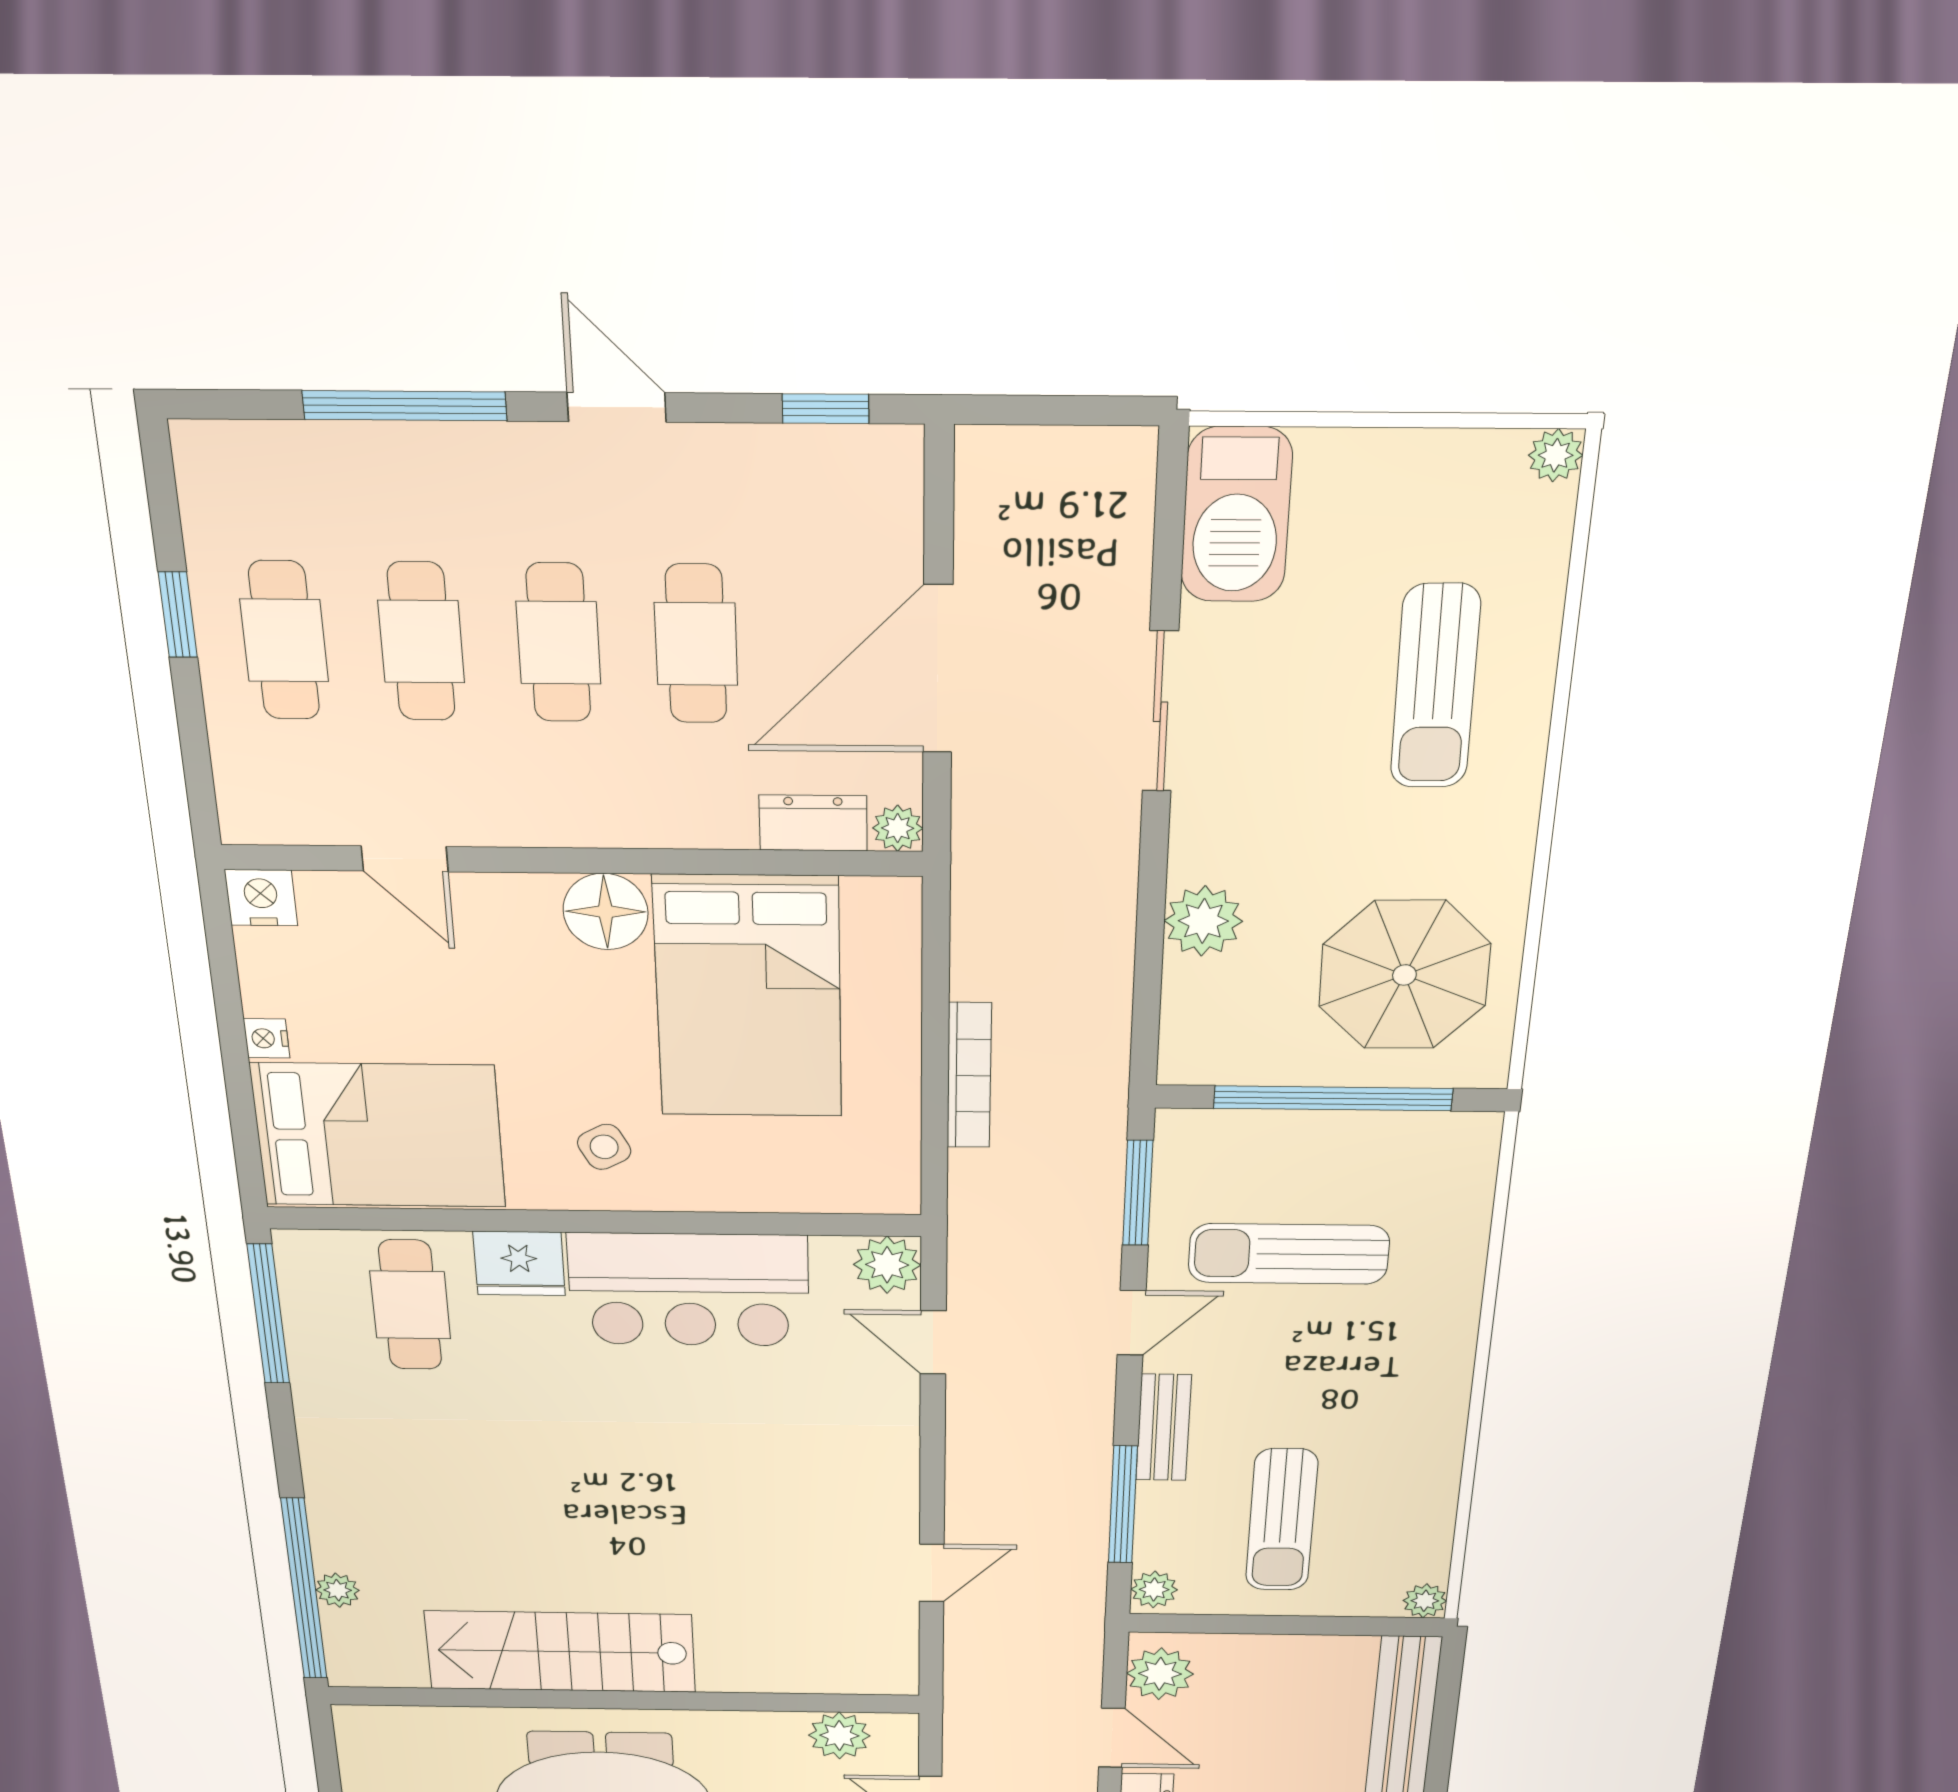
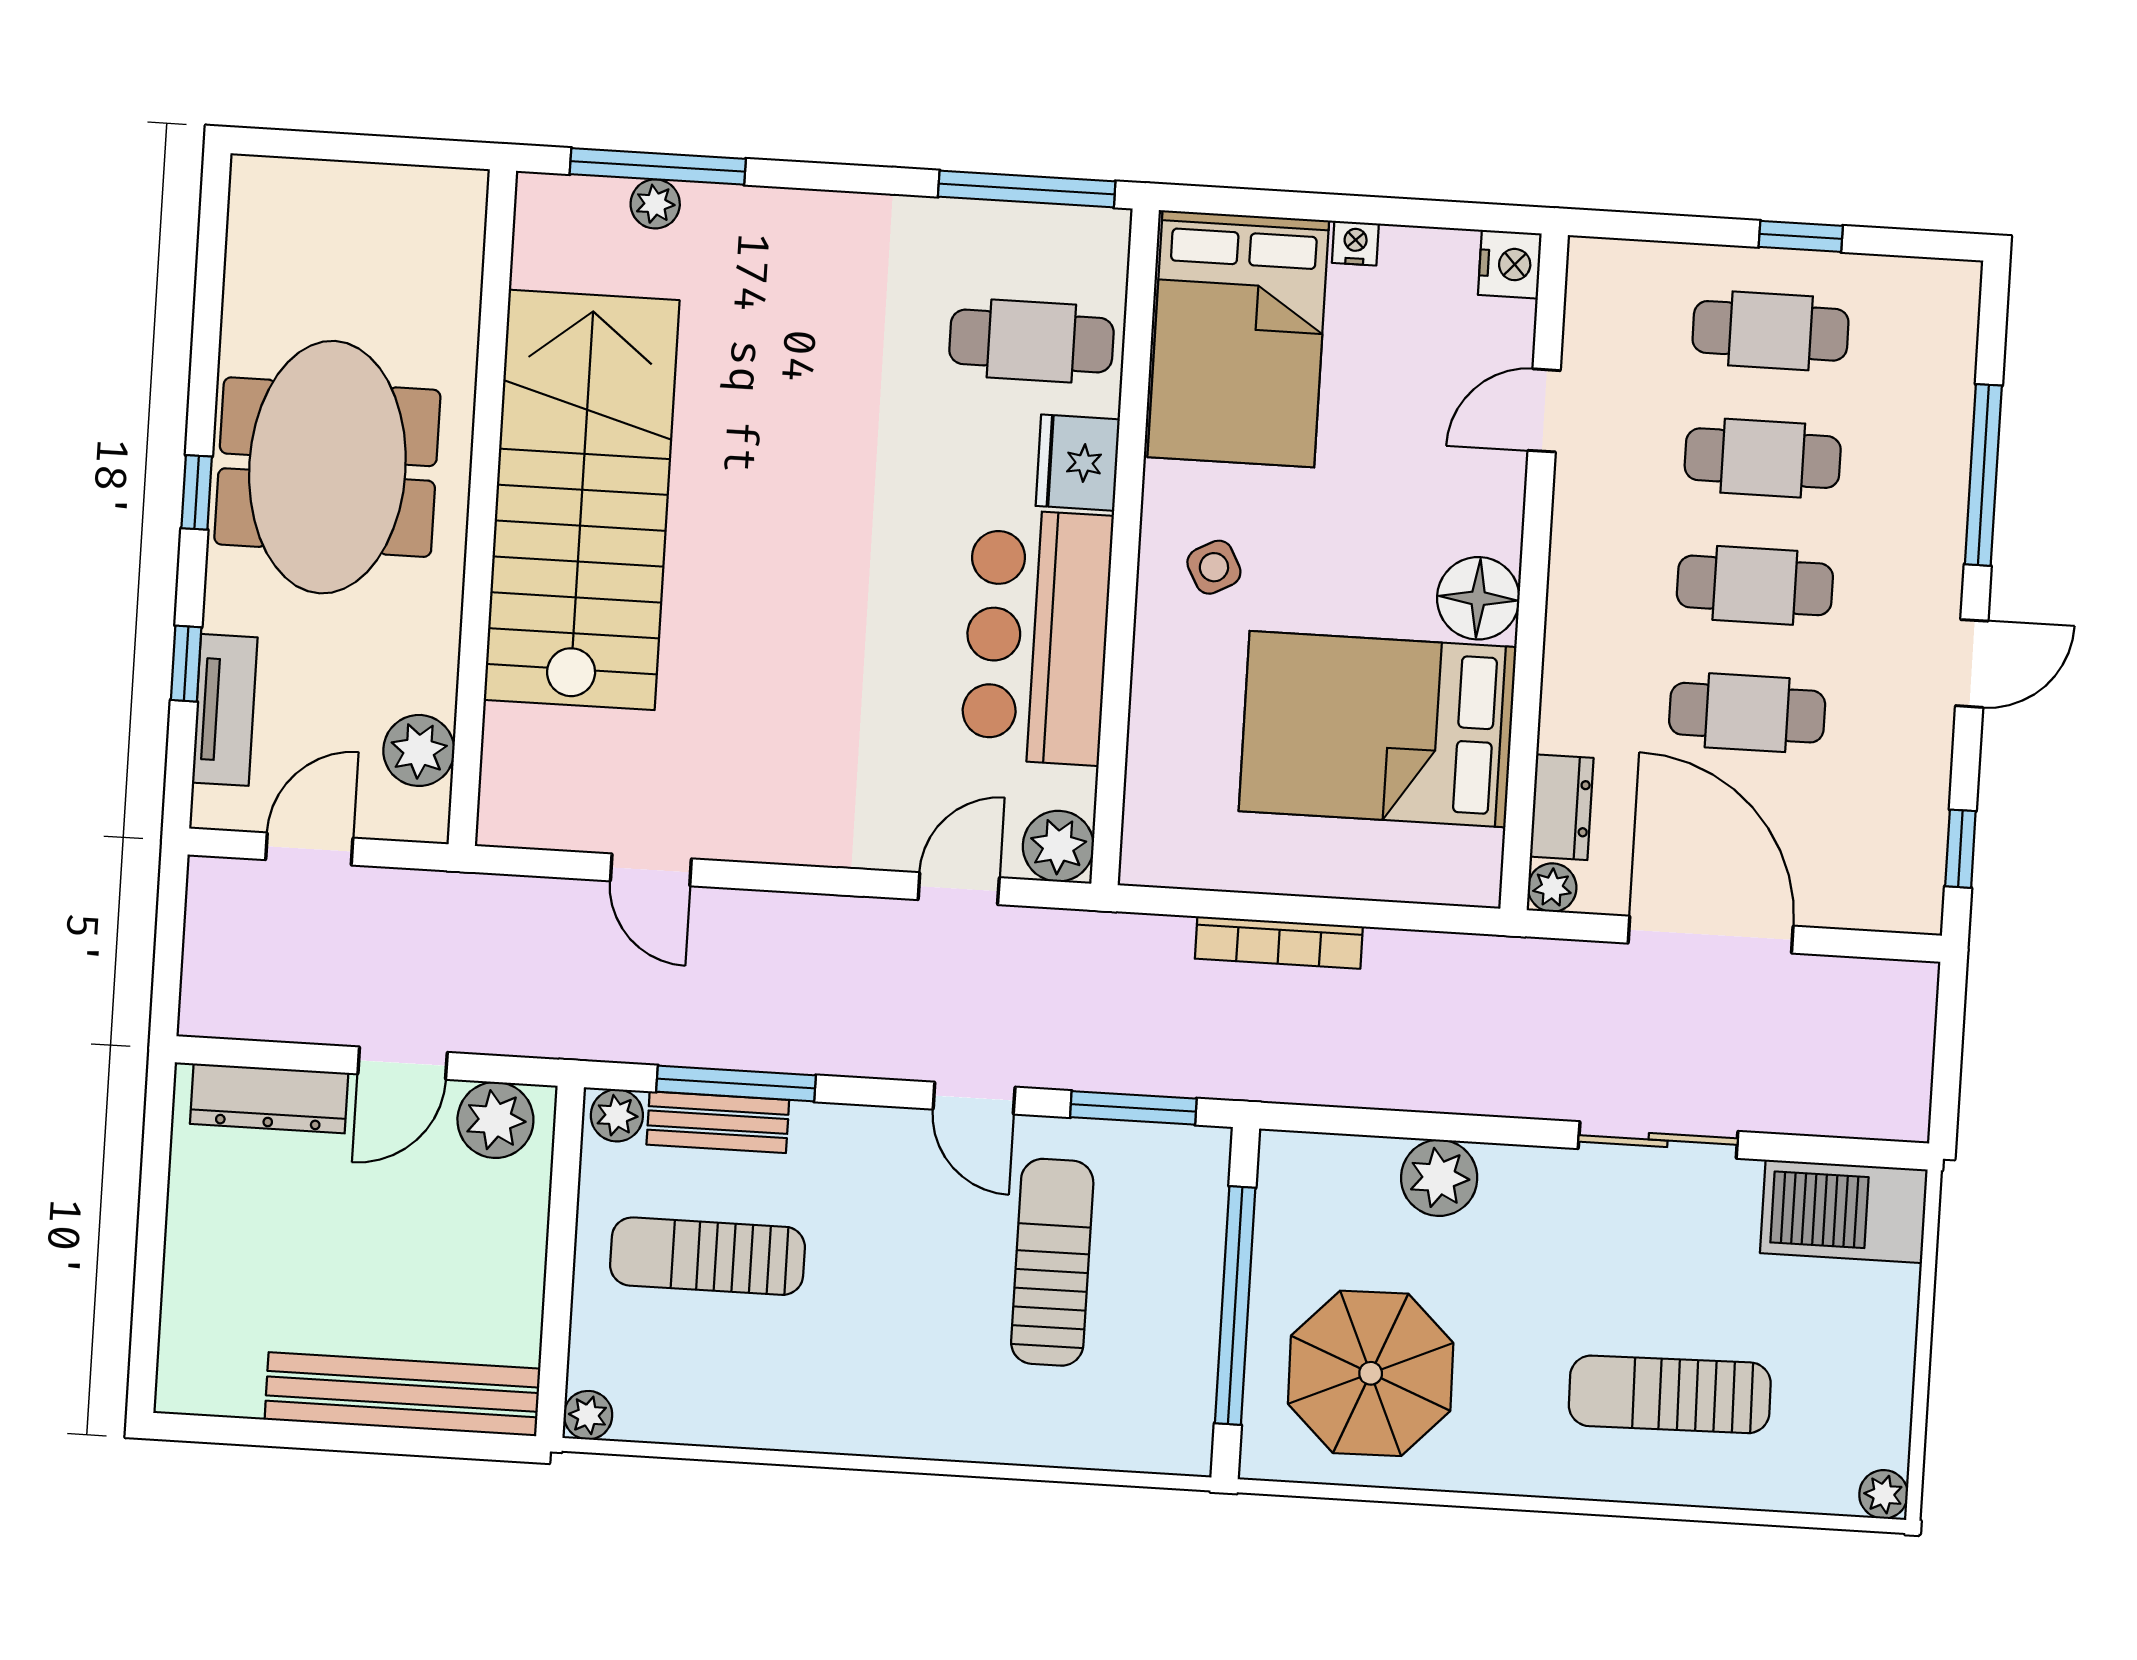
bench: (1164, 1428) -> (718, 1122), moved
window: (304, 1590) -> (658, 166), width x0.68
stairs: (560, 1652) -> (582, 500), width x1.36, depth x1.51

